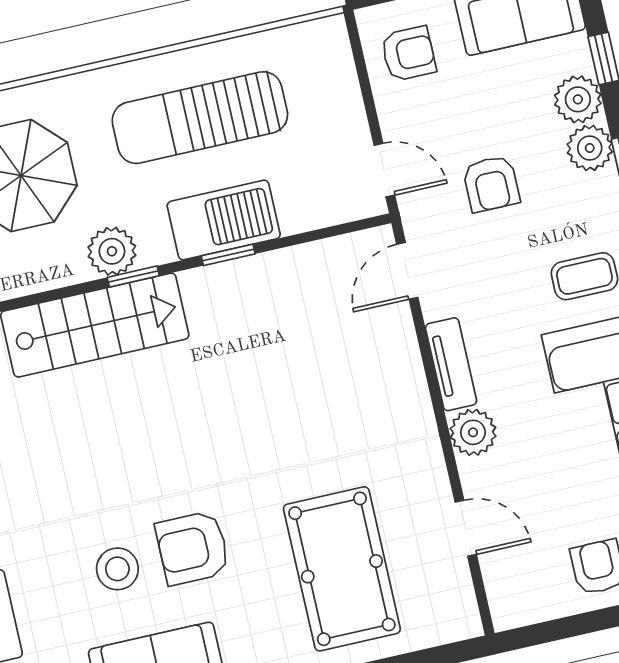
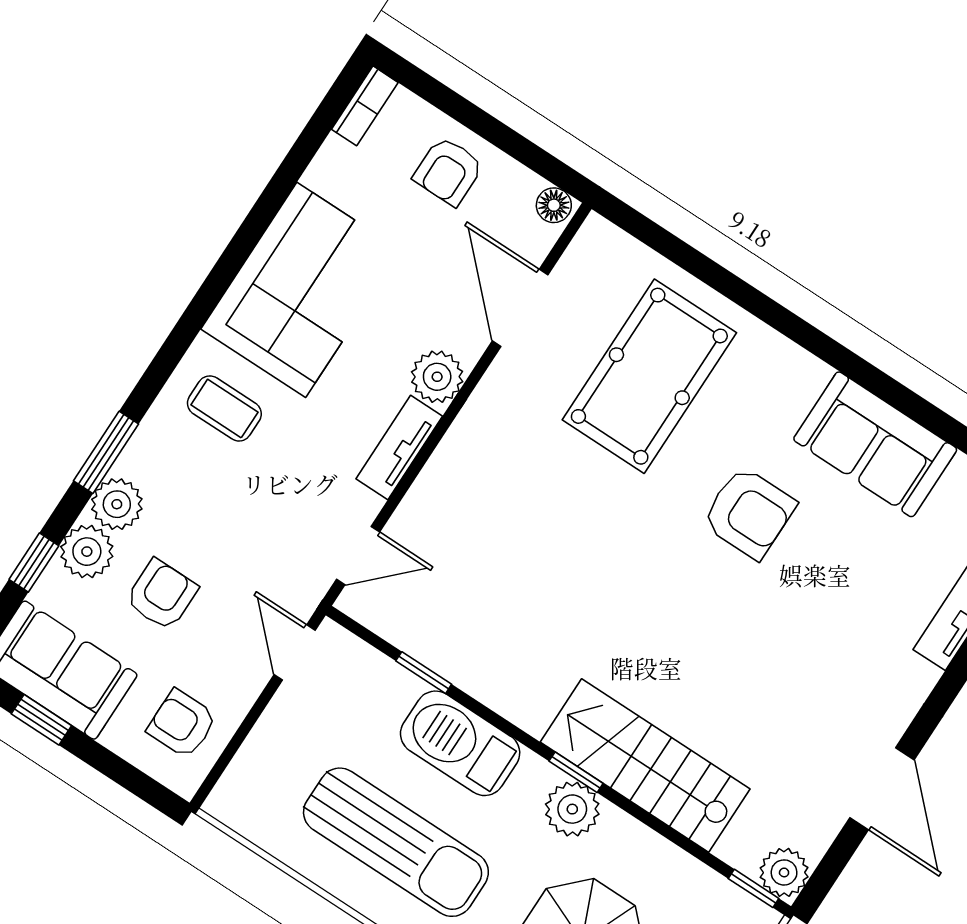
armchair: (491, 184) -> (162, 595), moved
window: (228, 255) -> (424, 673), moved
door: (466, 528) -> (520, 308), width x1.38
stool: (117, 569) -> (824, 557), removed
floor lamp: (511, 614) -> (554, 205), added

